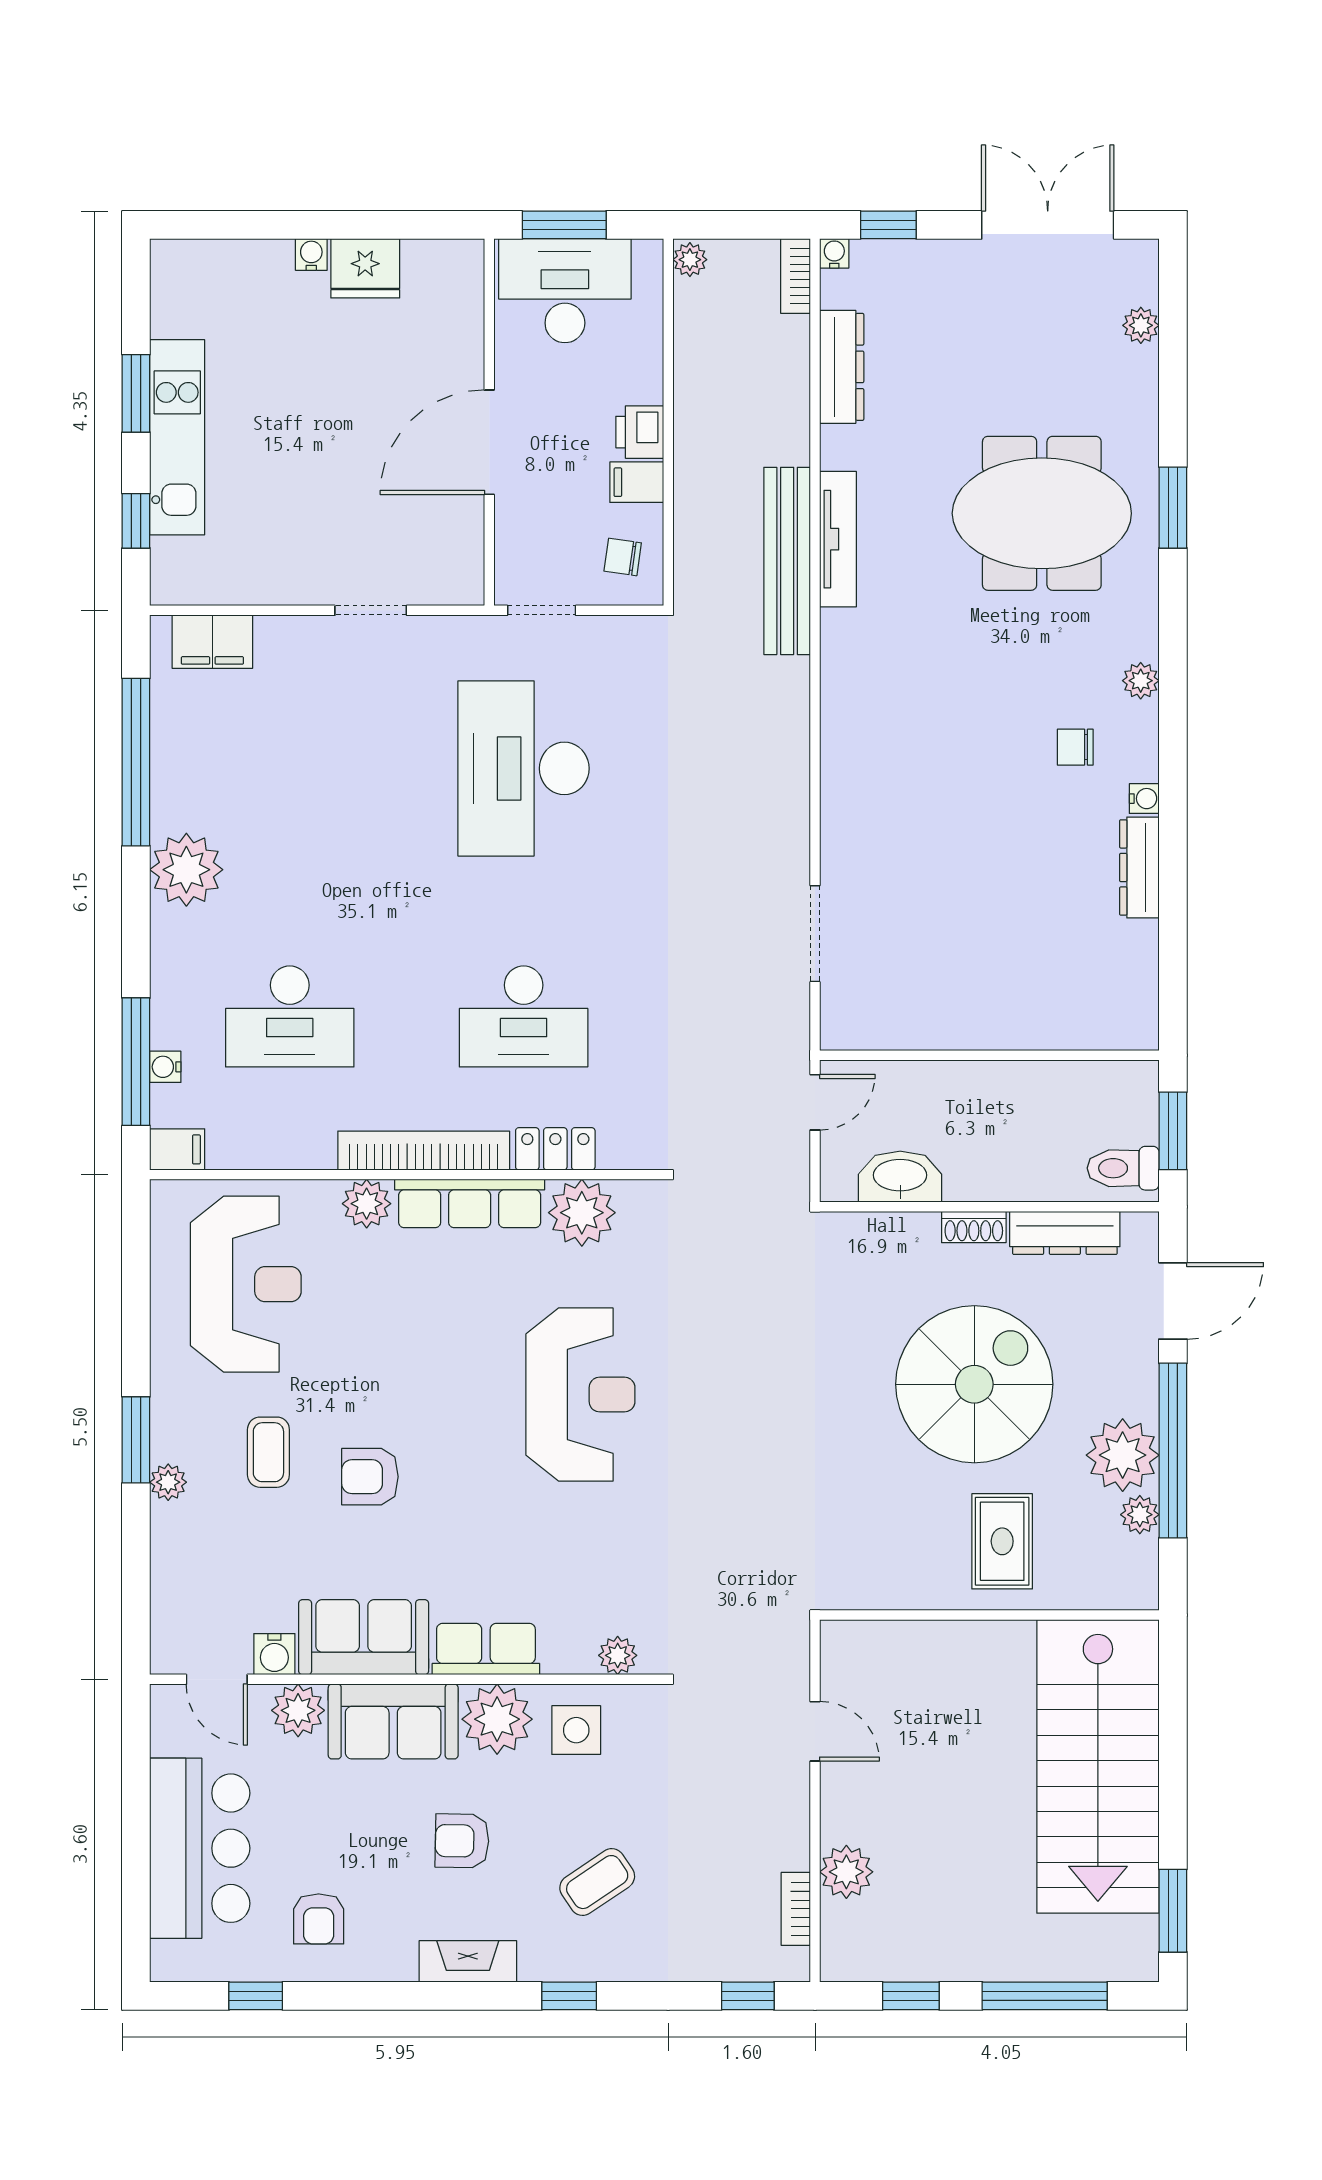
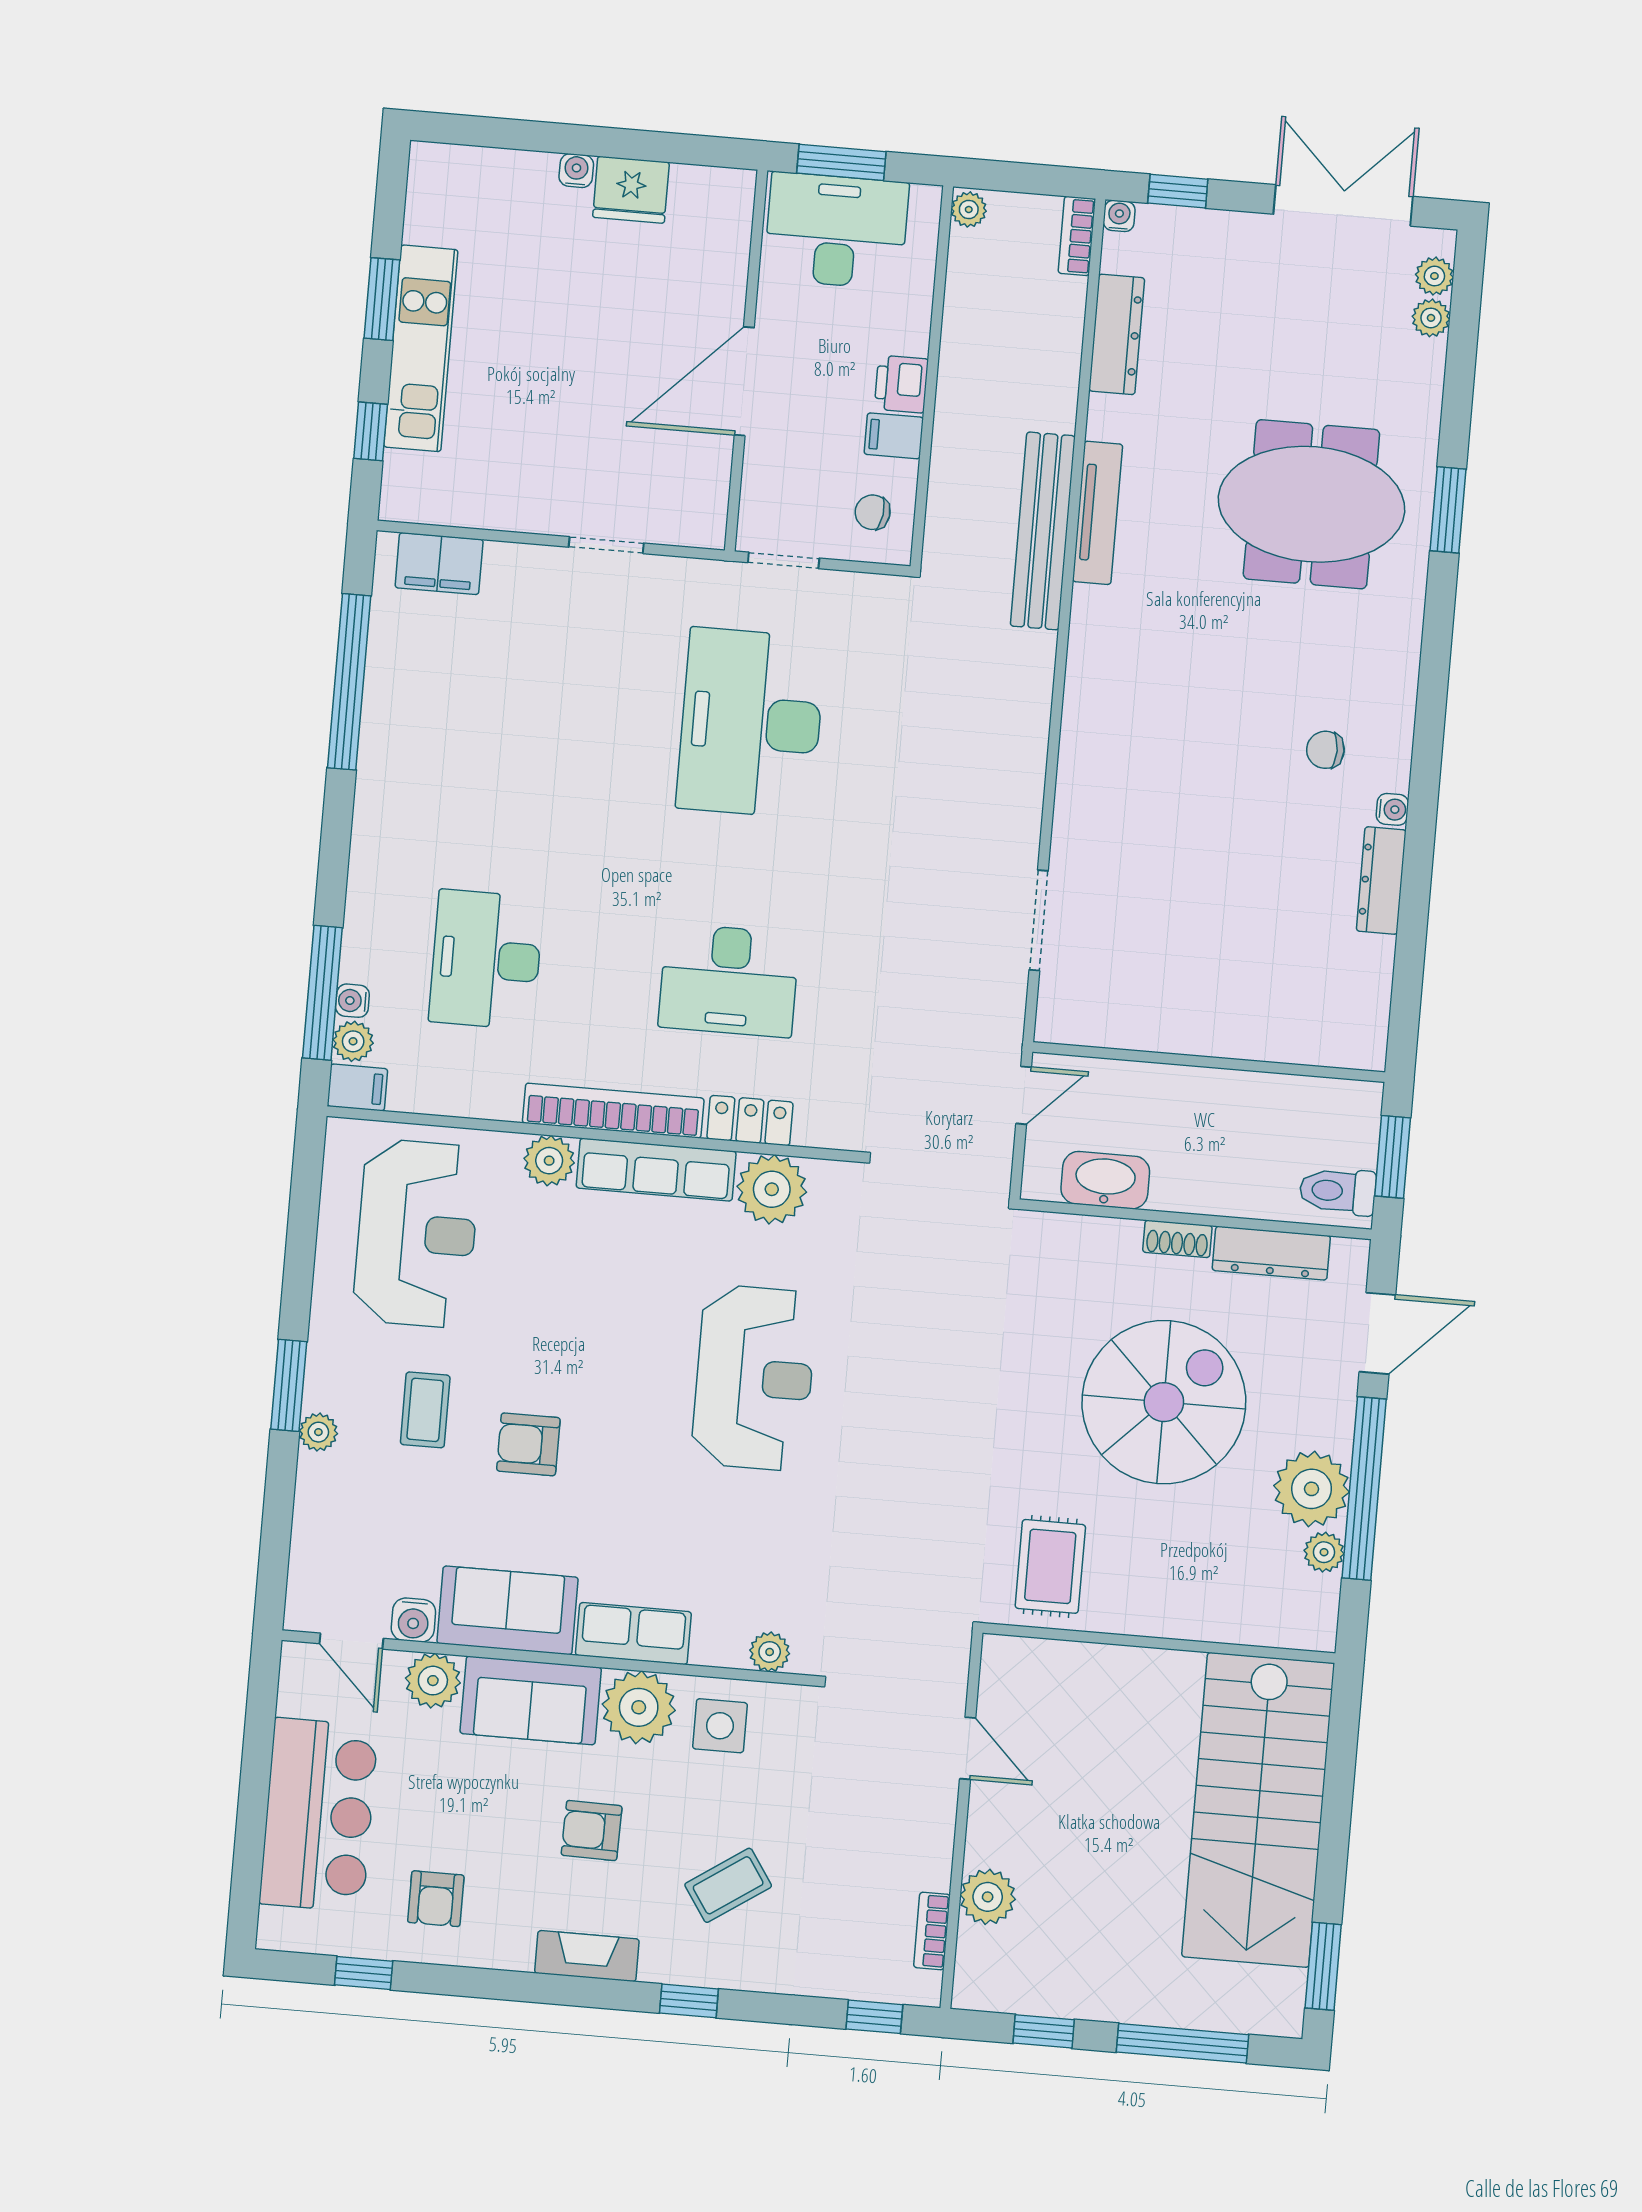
plant: (1141, 681) -> (1434, 276), moved
plant: (186, 870) -> (353, 1041), moved, width x0.53, depth x0.53
desk: (290, 1016) -> (486, 960), turned 90
rug: (1002, 1541) -> (1050, 1566), moved

